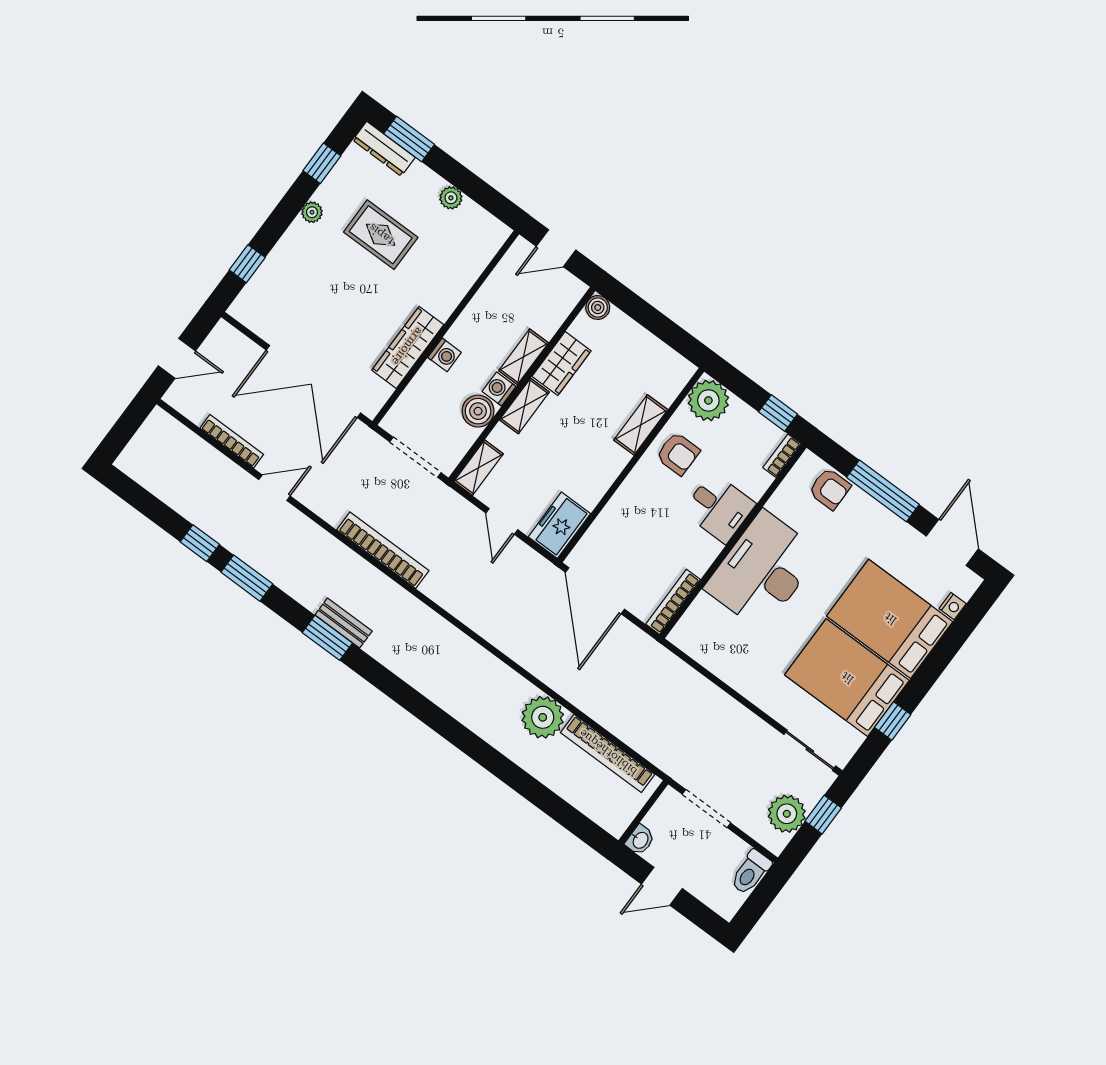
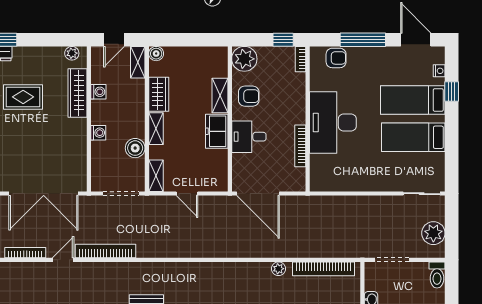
plant: (451, 198) -> (72, 53), moved
wardrobe: (408, 347) -> (77, 93), moved
shelving: (524, 357) -> (138, 62), moved
washing machine: (499, 389) -> (98, 92), moved, turned 180
desk: (719, 508) -> (249, 137), moved, turned 180
freezer: (559, 525) -> (217, 131), moved
bookcase: (383, 550) -> (105, 251), moved
bookcase: (673, 602) -> (300, 146), moved
bed: (890, 619) -> (413, 100), width x0.67
bed: (847, 678) -> (413, 137), width x0.67
plant: (543, 717) -> (278, 269), width x0.53, depth x0.53
window: (893, 721) -> (452, 91), moved
window: (823, 815) -> (452, 220), removed

